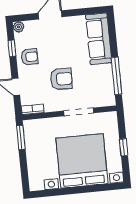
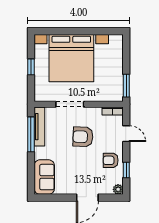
sofa: (99, 39) -> (44, 177), width x0.73
tv unit: (108, 85) -> (39, 127), added

